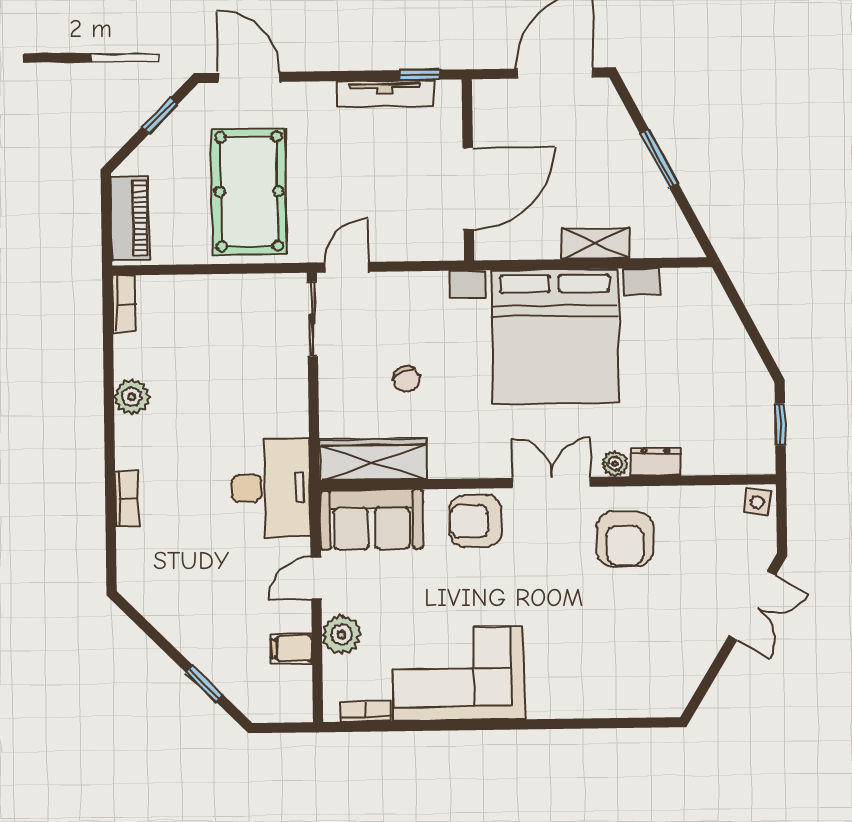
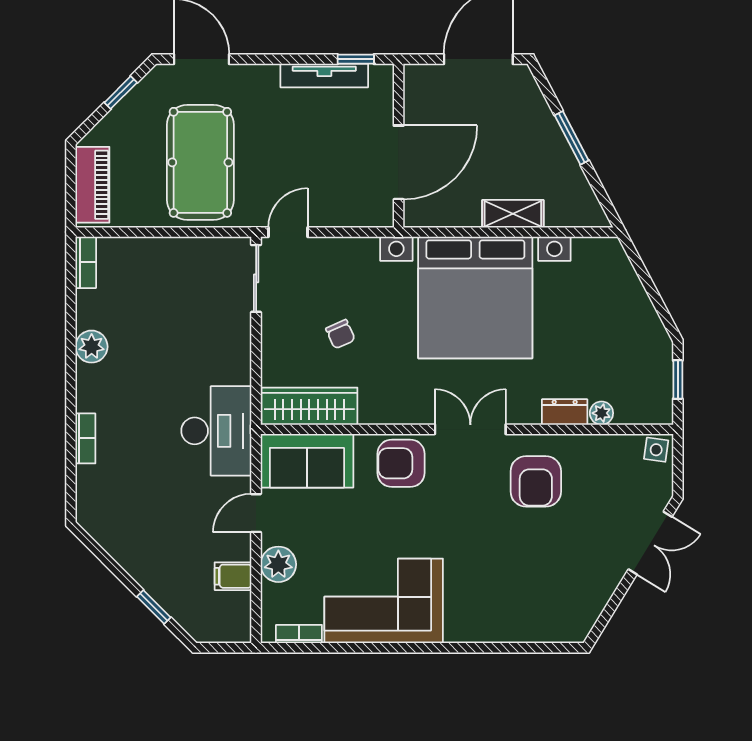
plant: (615, 464) -> (601, 413), moved

